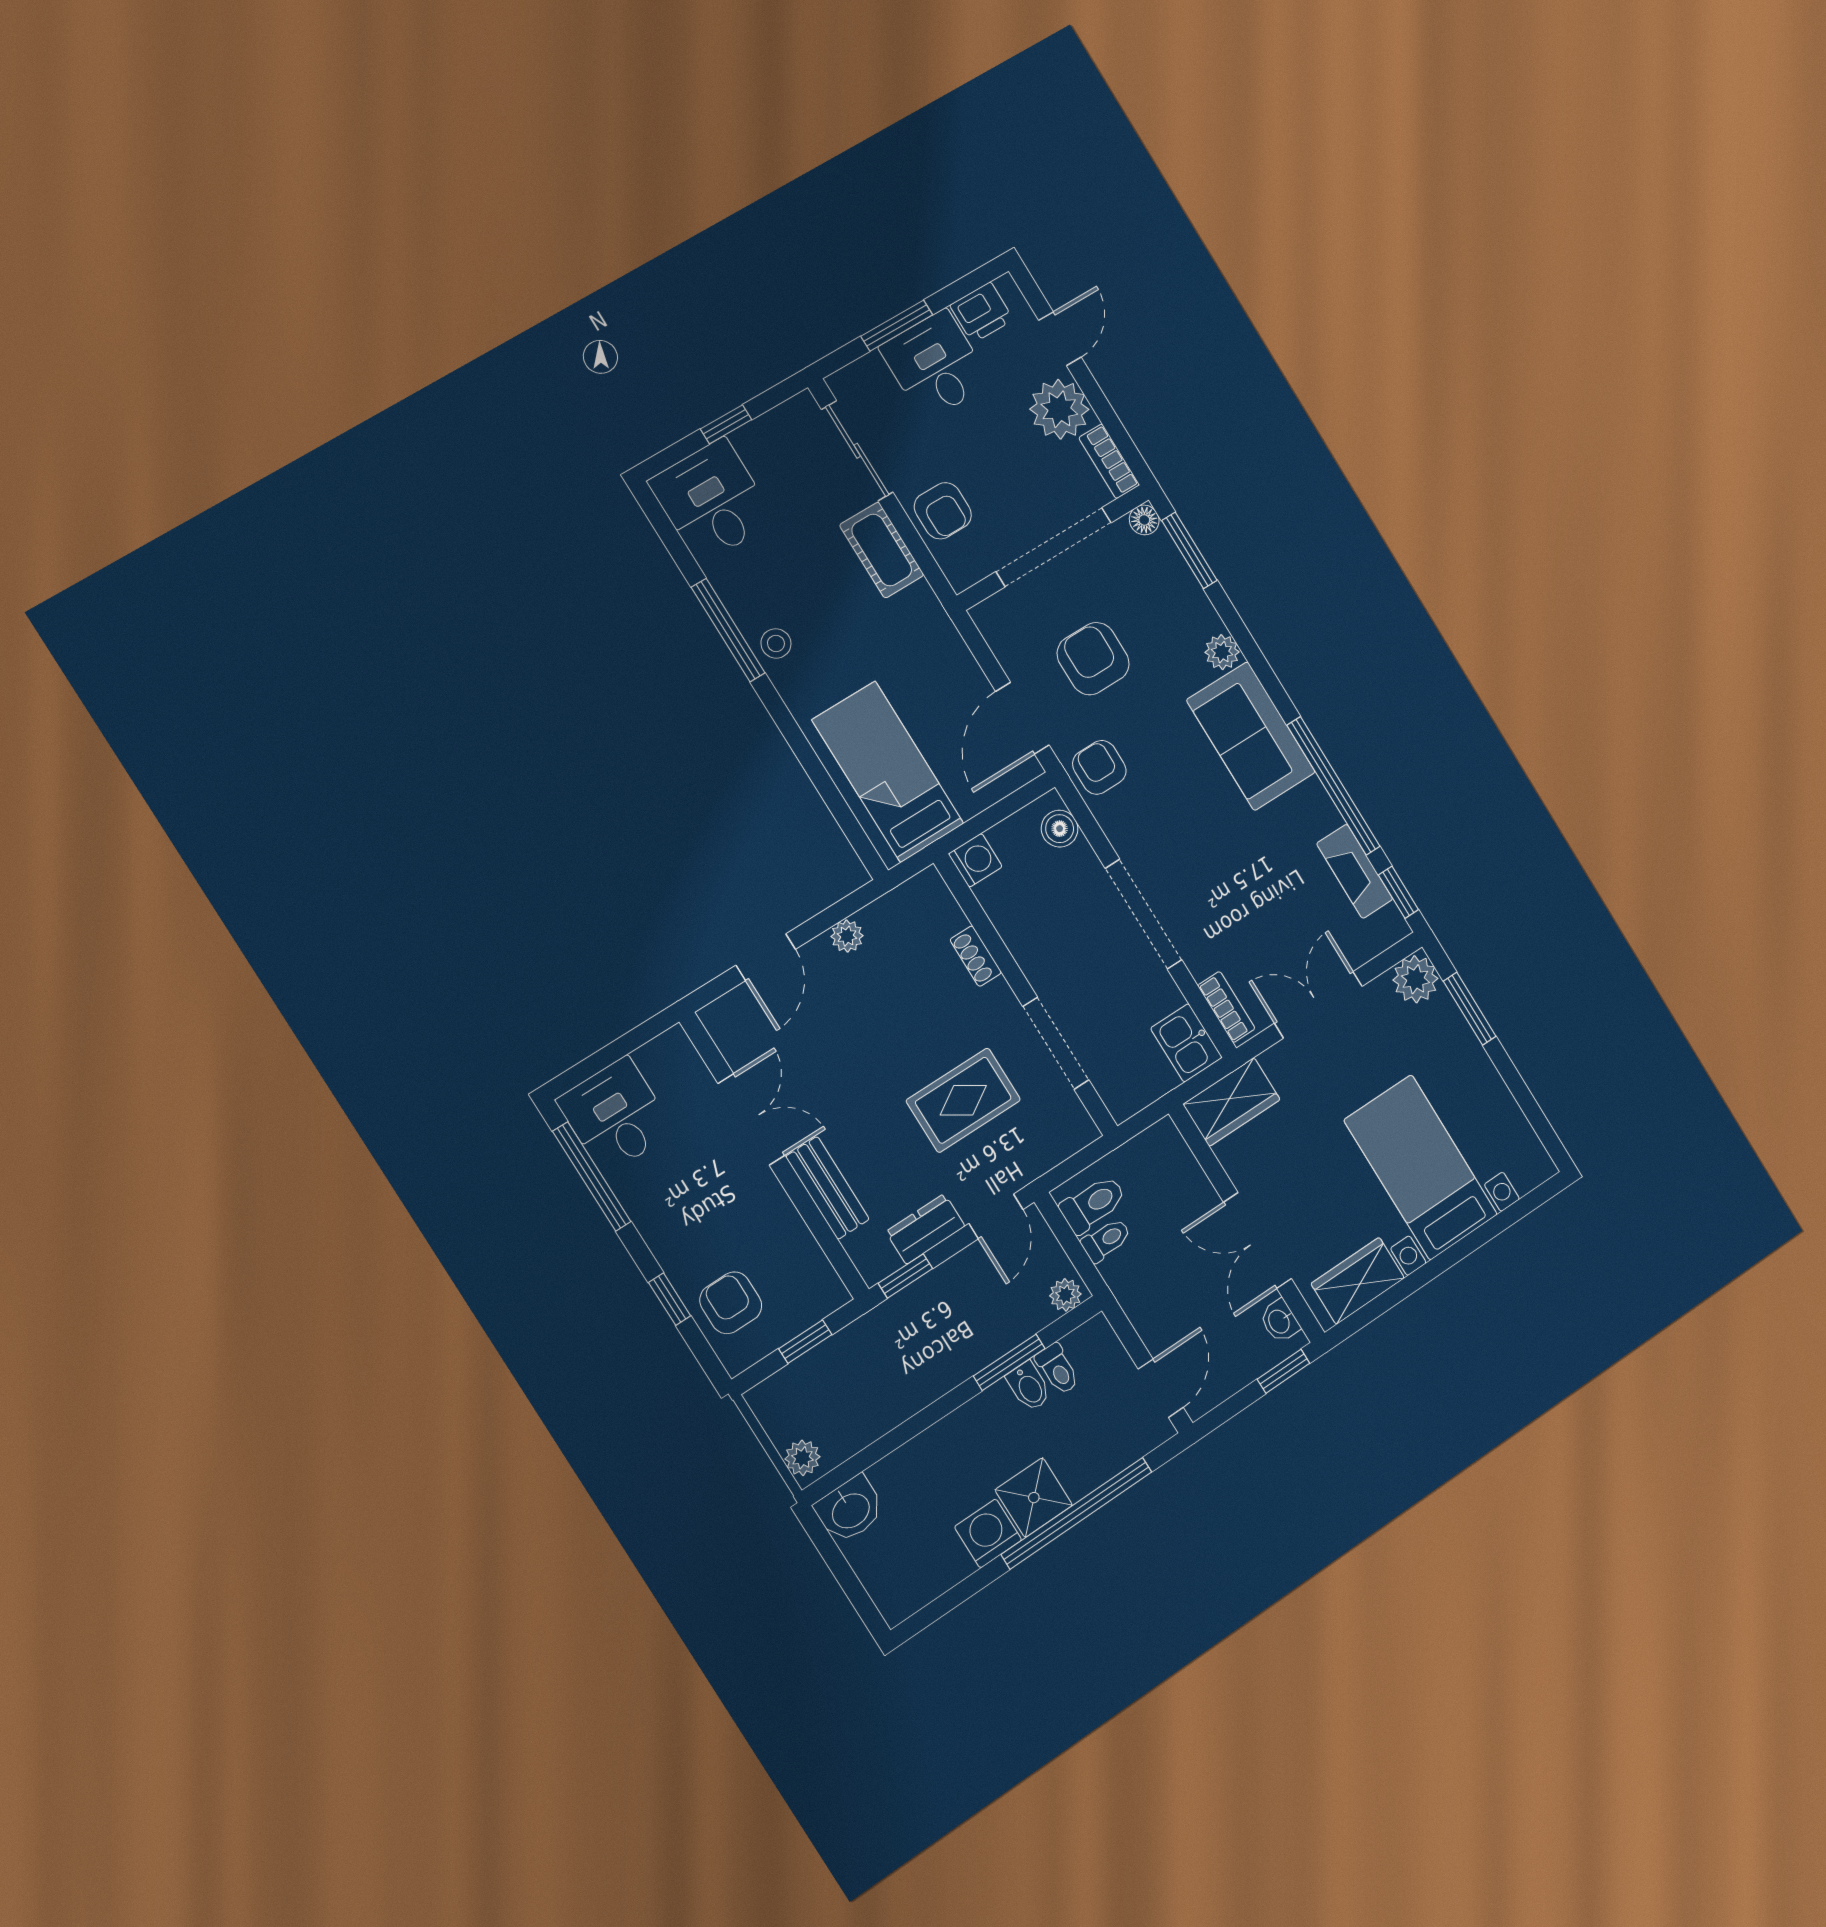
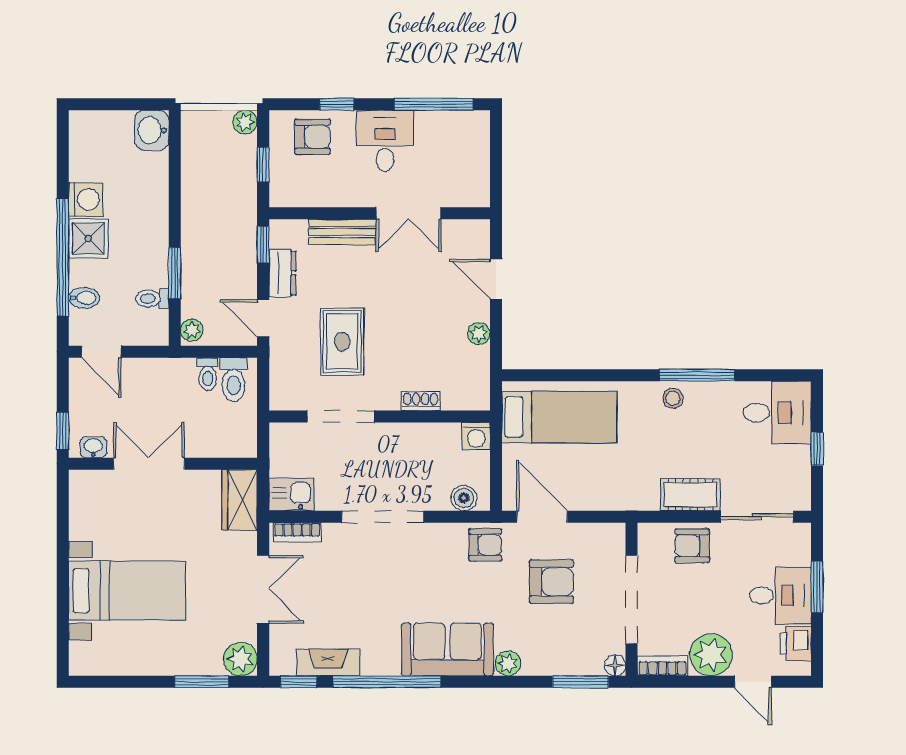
desk: (616, 1116) -> (385, 141), moved, turned -90
wardrobe: (1358, 1281) -> (86, 509), removed
bidet: (1029, 1387) -> (84, 298), moved, turned 180
plant: (802, 1458) -> (245, 122), moved

